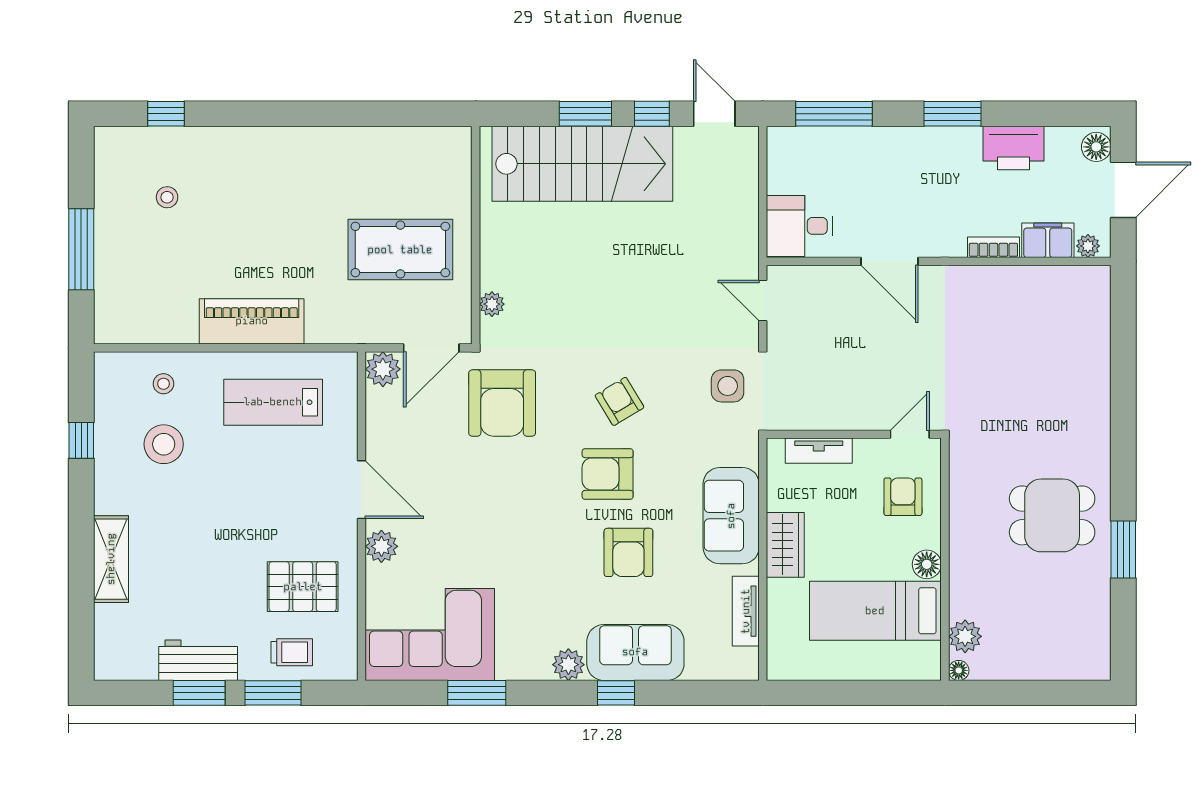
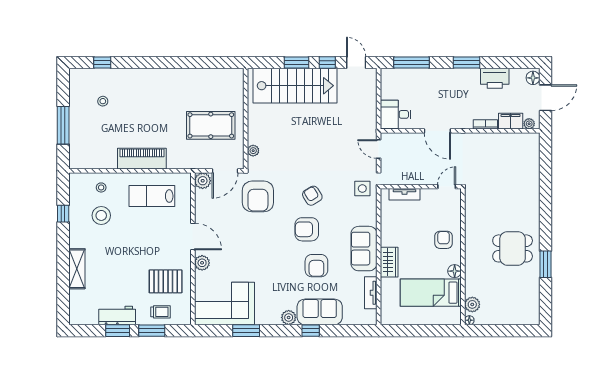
wall: (854, 434) -> (421, 187), moved
door: (910, 434) -> (447, 187), moved
tv unit: (819, 451) -> (405, 194), moved

